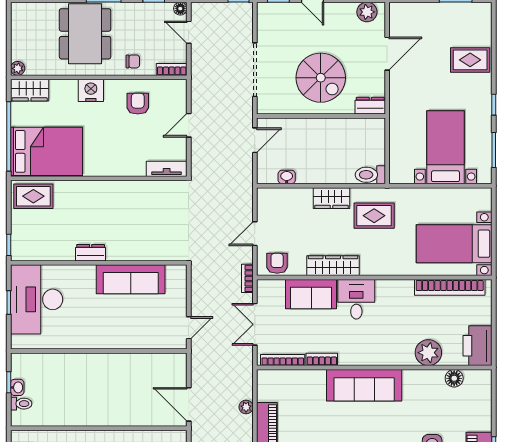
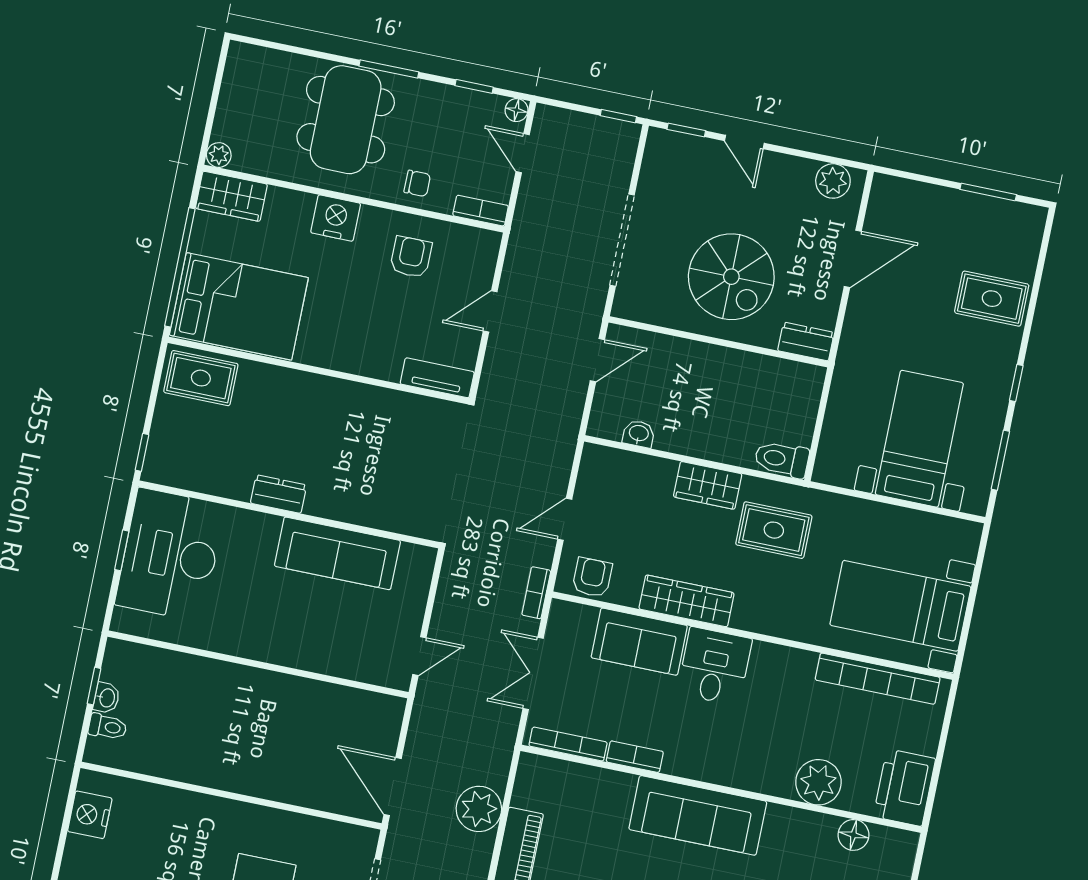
plant: (246, 407) -> (479, 809), width x1.87, depth x1.87

